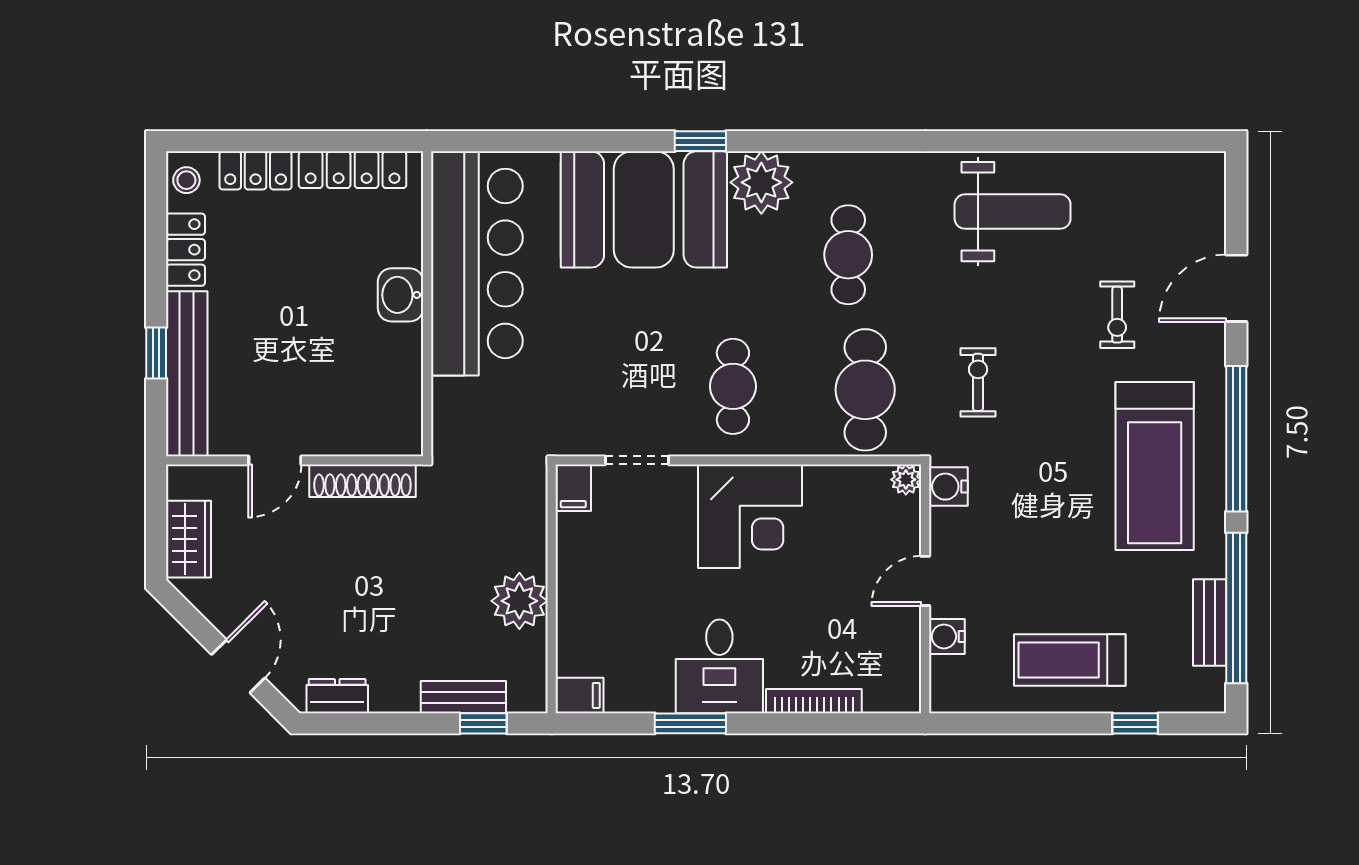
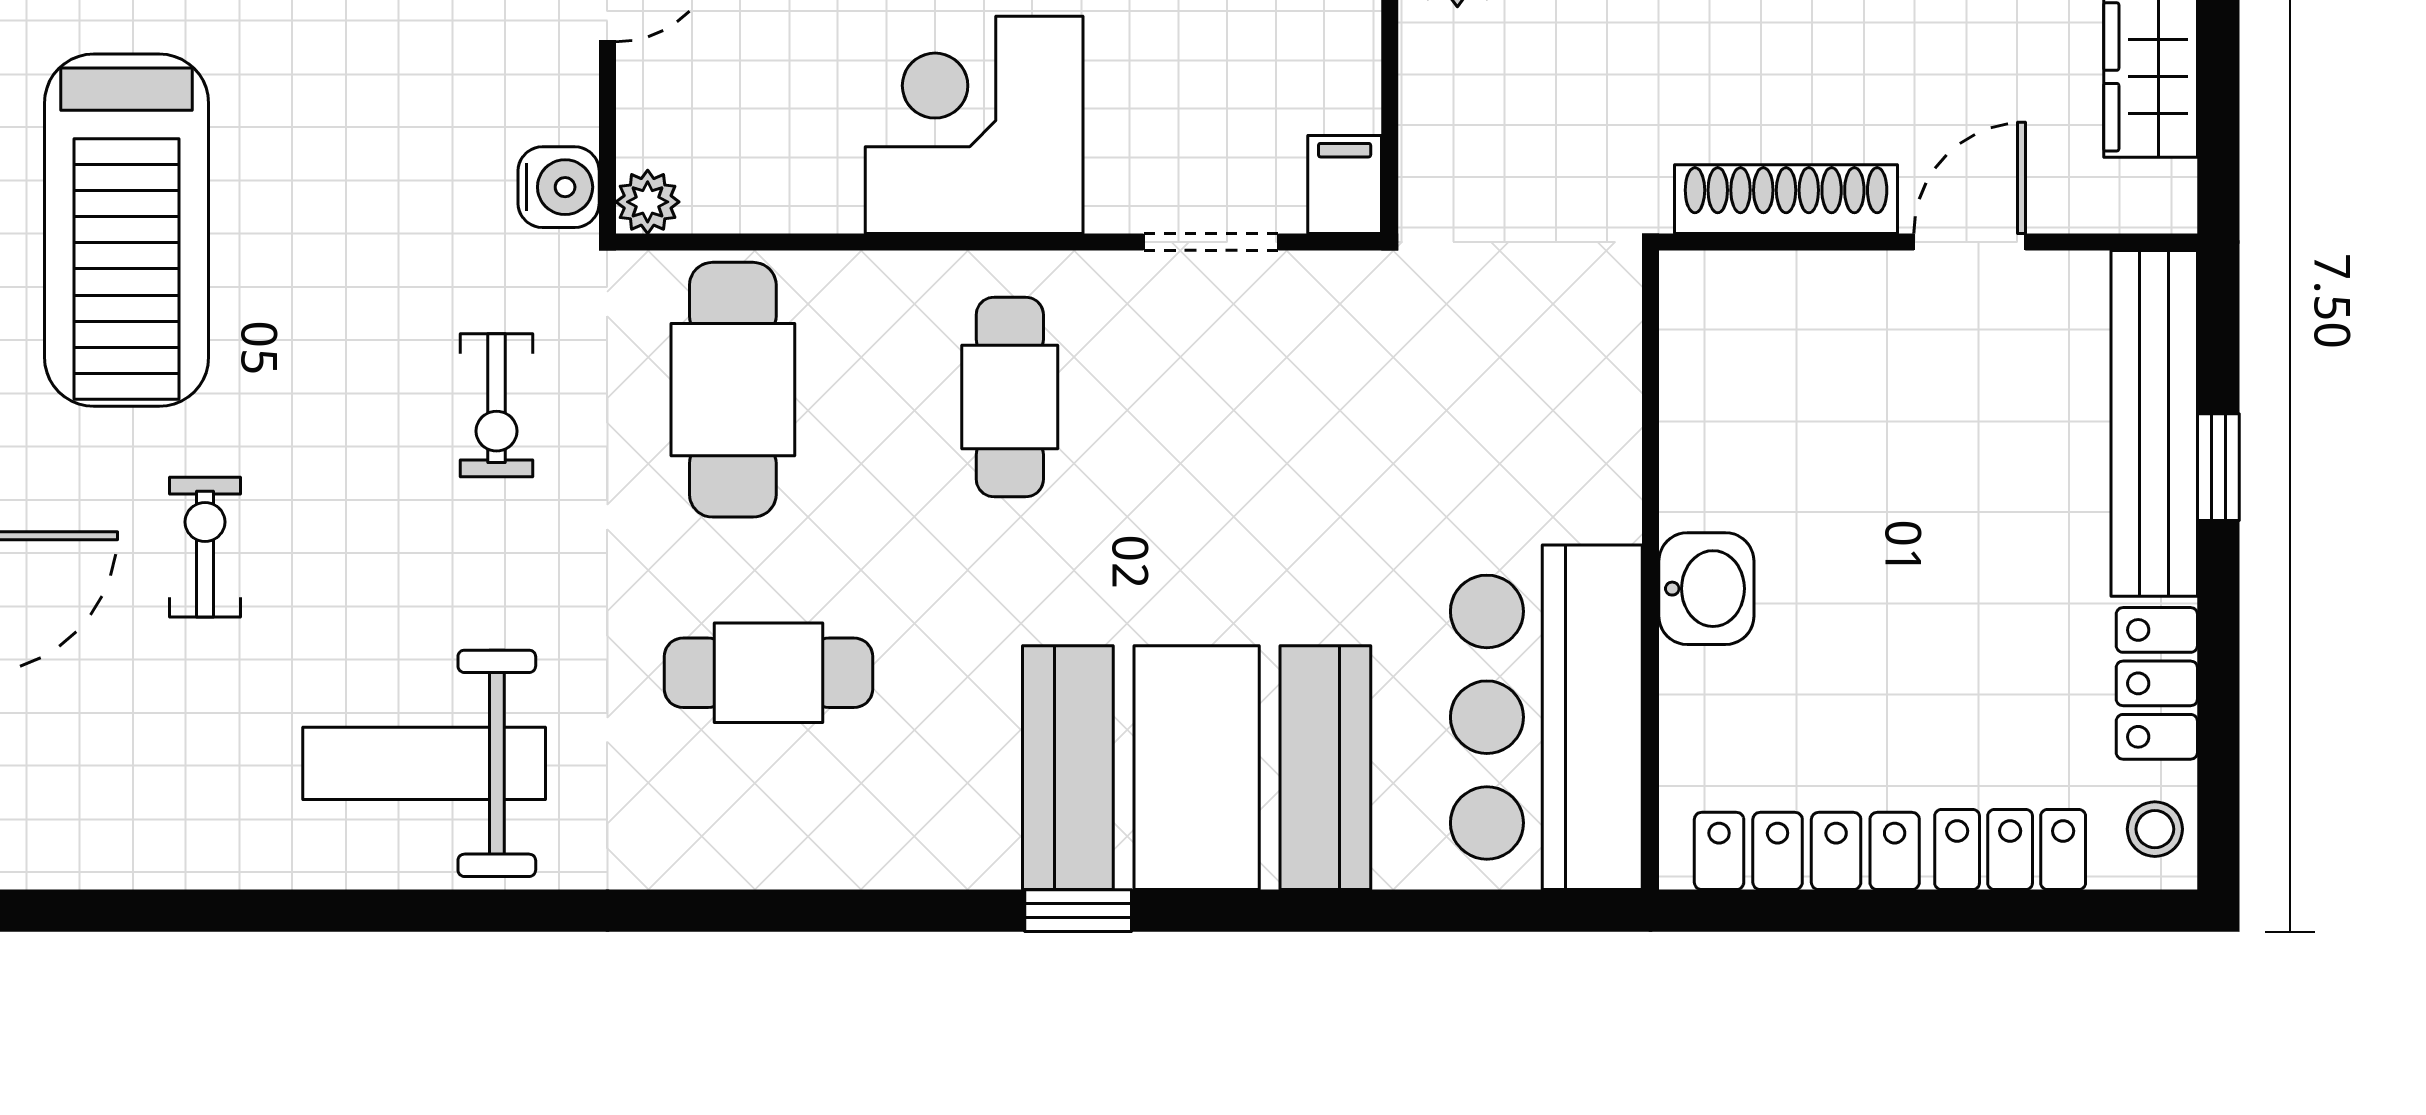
plant: (761, 182) -> (950, 824), removed
cafe table: (848, 255) -> (768, 673), turned 90
bar counter: (477, 263) -> (1546, 717), width x0.73
treadmill: (1155, 466) -> (127, 230), turned 180

